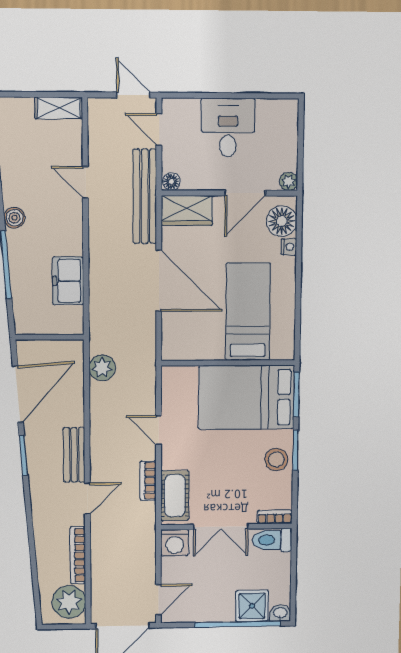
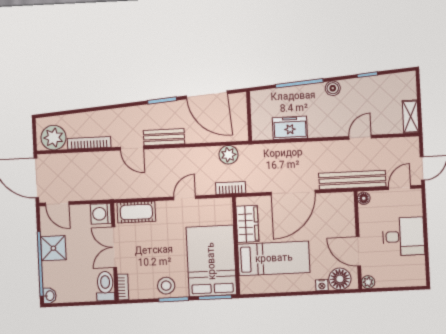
wardrobe: (187, 210) -> (247, 224), moved, turned 180
bookcase: (148, 481) -> (231, 188), moved
shower: (252, 606) -> (53, 248), moved

